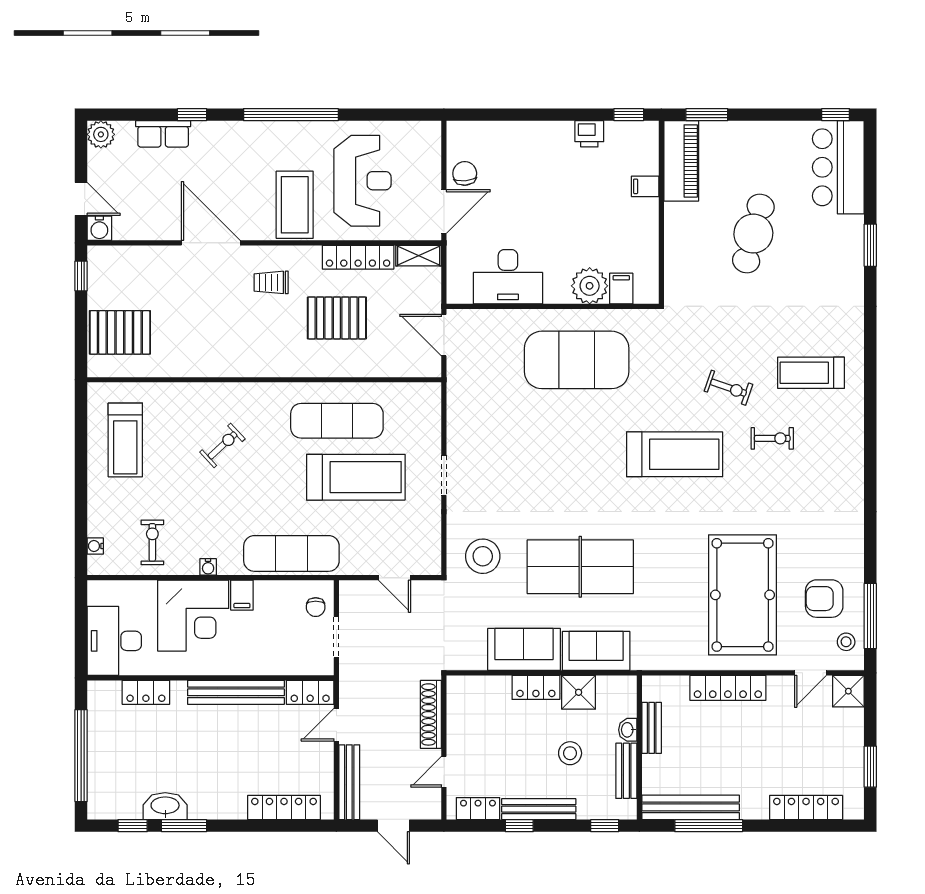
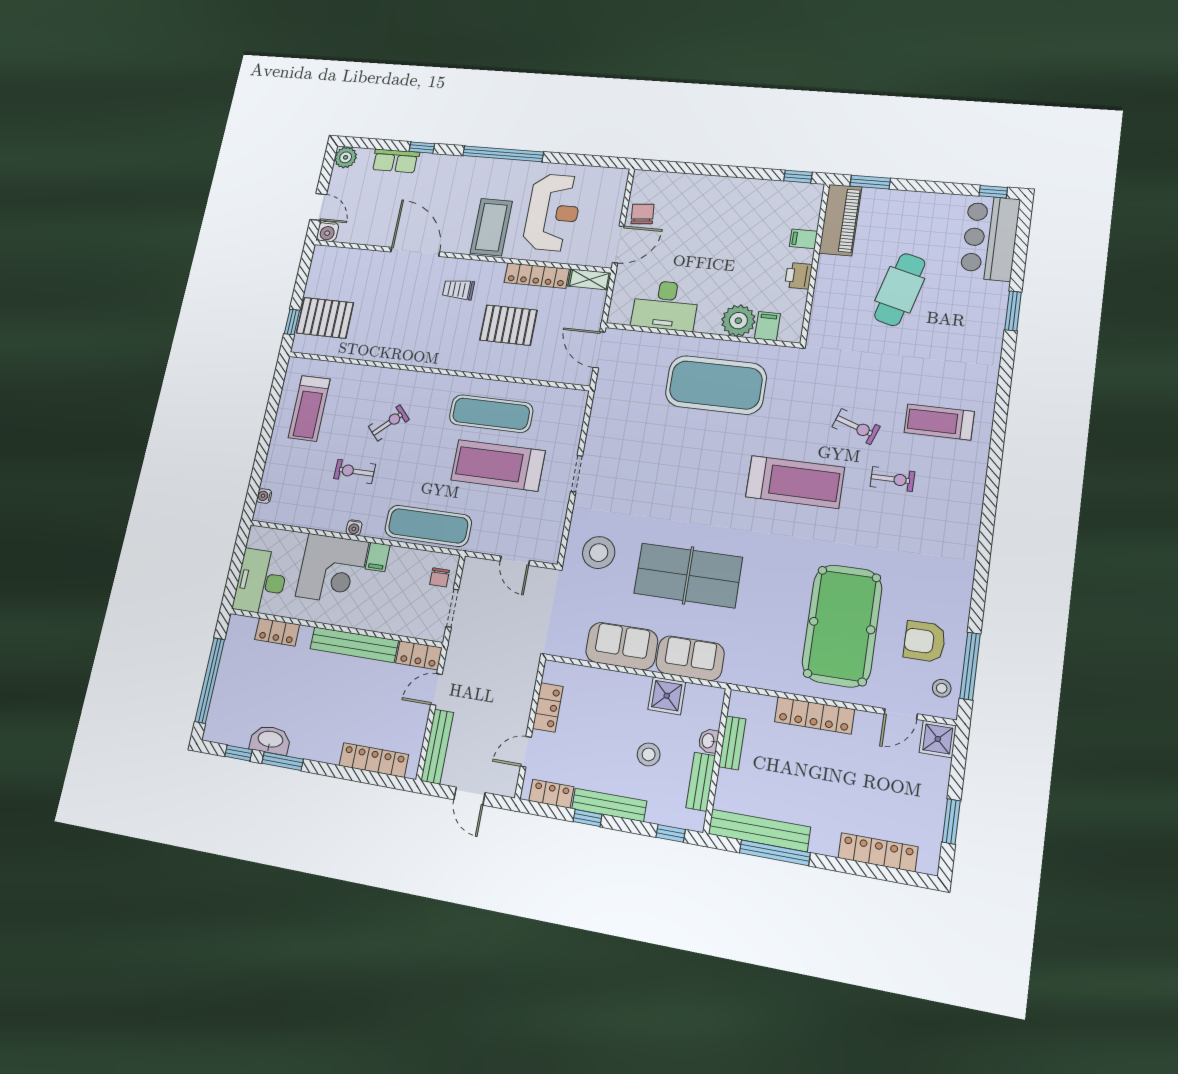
printer: (589, 134) -> (798, 276), moved, turned 90
window: (81, 276) -> (292, 322), moved
treadmill: (356, 477) -> (498, 465), turned 180
exercise bike: (152, 542) -> (355, 471), moved, turned -90
locker: (536, 687) -> (548, 707), moved, turned -90
shoe rack: (431, 714) -> (524, 694), removed

